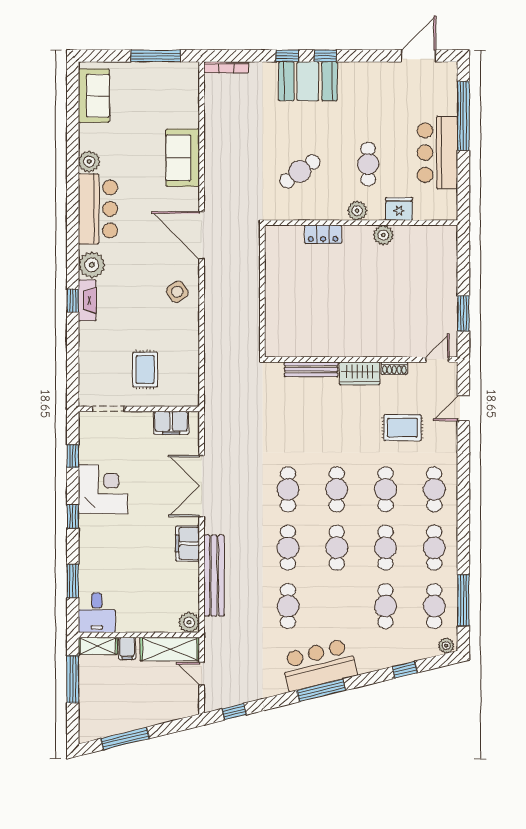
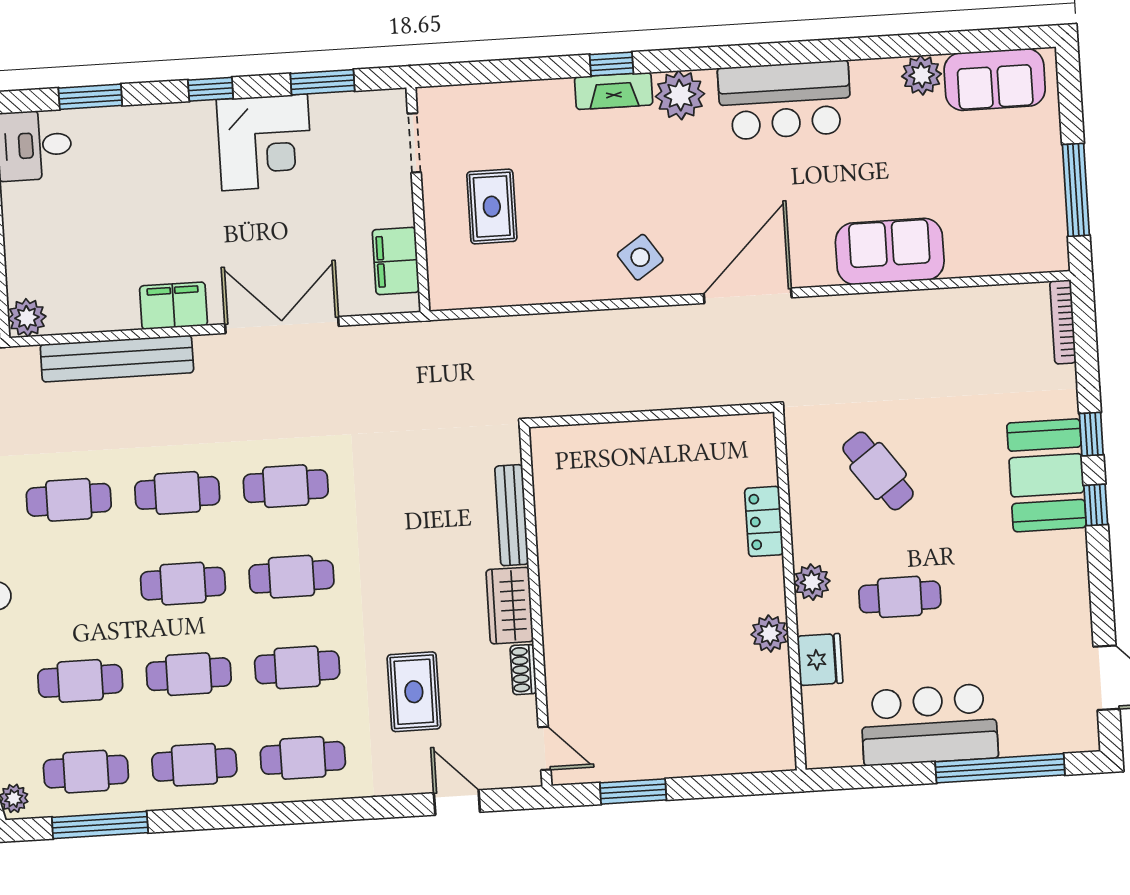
plant: (89, 162) -> (922, 75), moved
rug: (145, 370) -> (492, 207), turned 90
window: (73, 456) -> (322, 82), width x1.50

